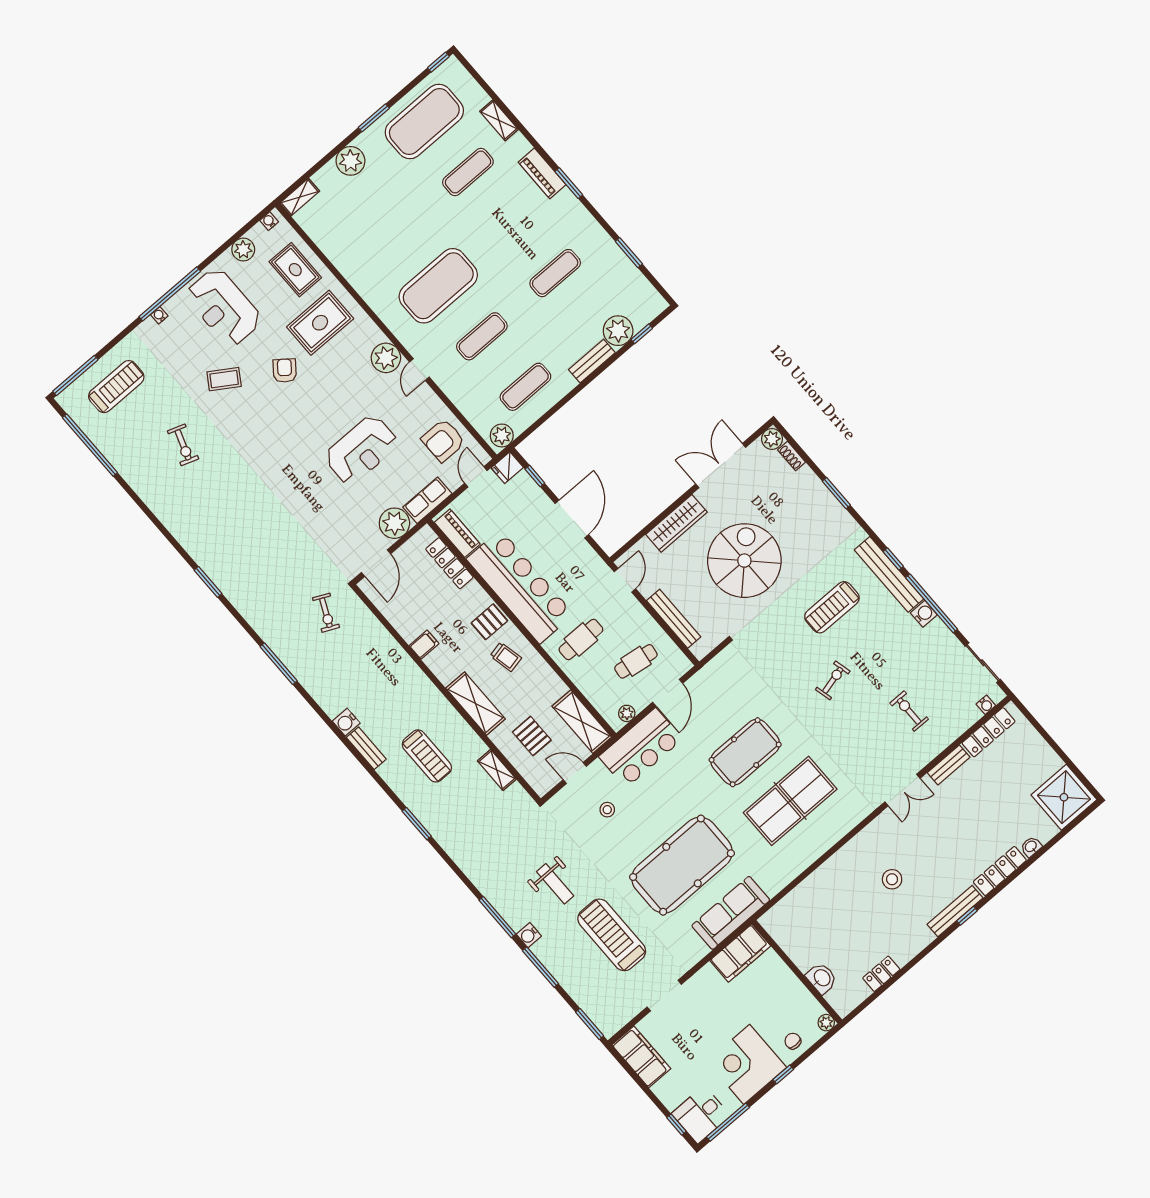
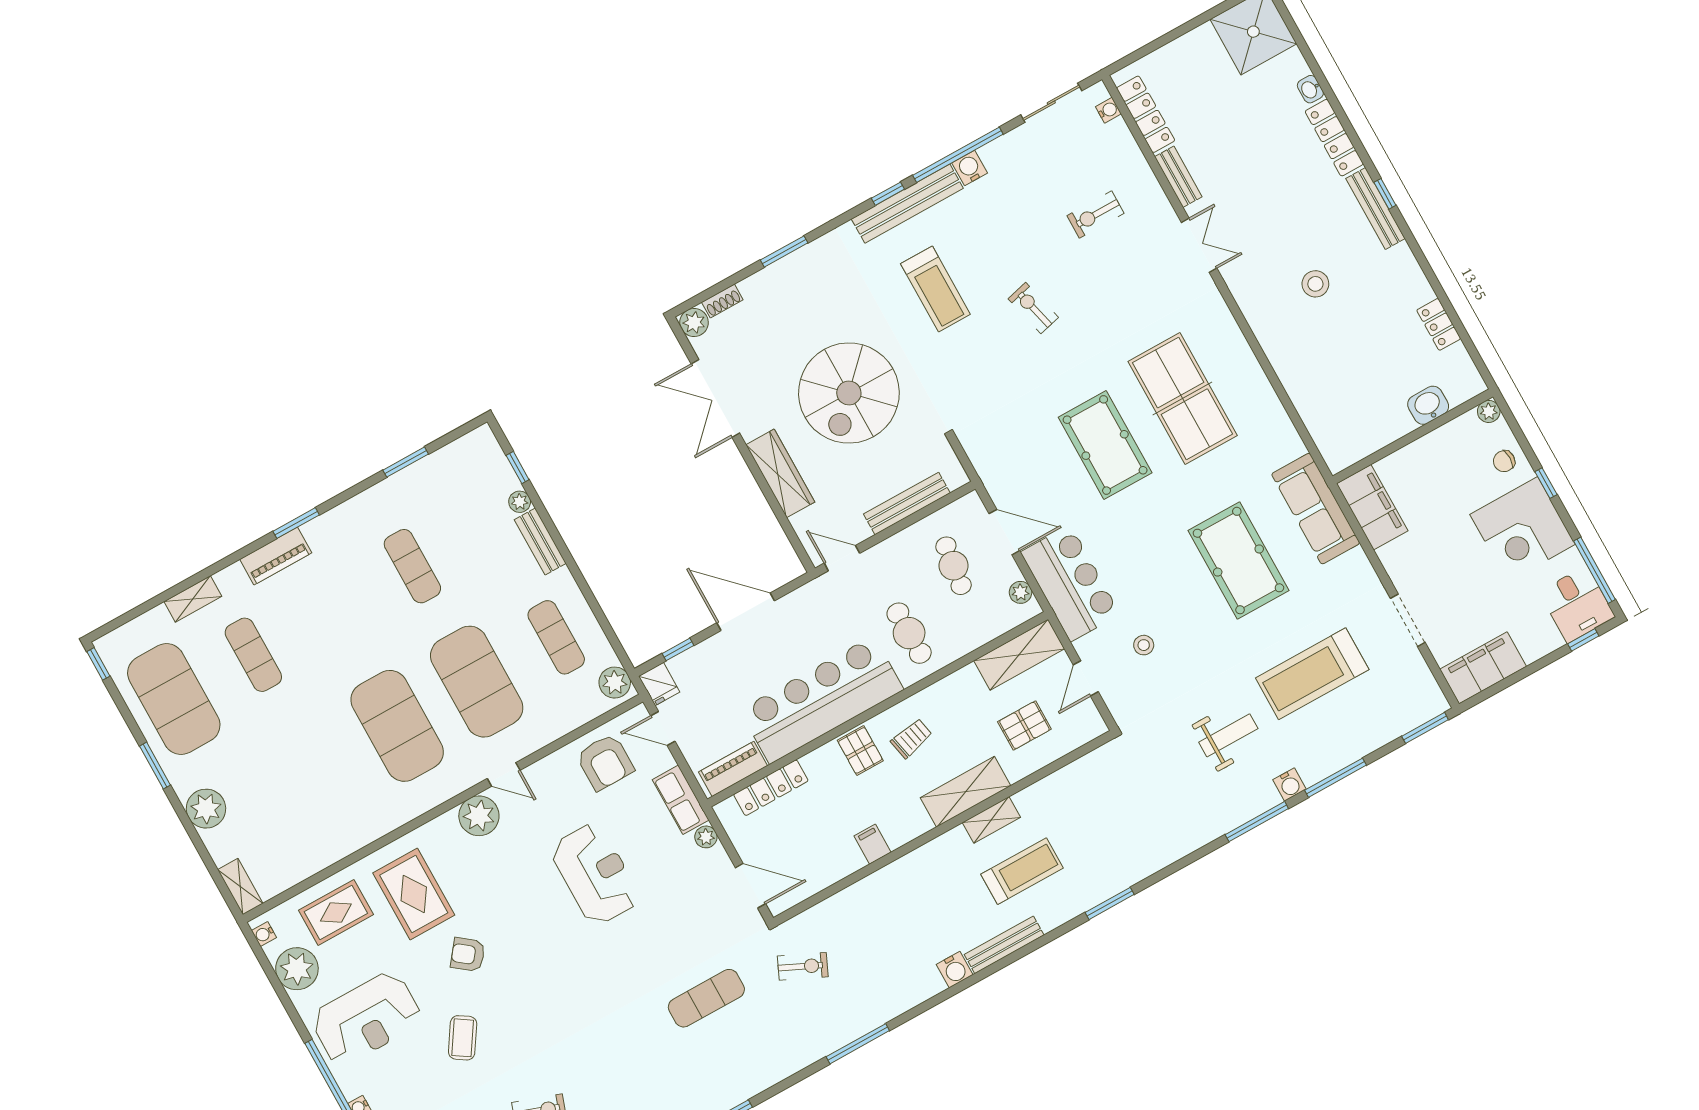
plant: (243, 250) -> (297, 969), width x1.36, depth x1.36
plant: (618, 331) -> (520, 502), width x0.53, depth x0.53
exercise mat: (482, 336) -> (477, 682), width x2.00, depth x1.45
plant: (394, 523) -> (706, 837), width x0.53, depth x0.53
exercise mat: (289, 548) -> (706, 998), added
spiral stairs: (744, 561) -> (849, 393), turned -90
bench: (366, 748) -> (1004, 945), width x1.36
shelving: (497, 770) -> (991, 820), moved
pool table: (682, 865) -> (1238, 561), width x0.73, depth x0.76

